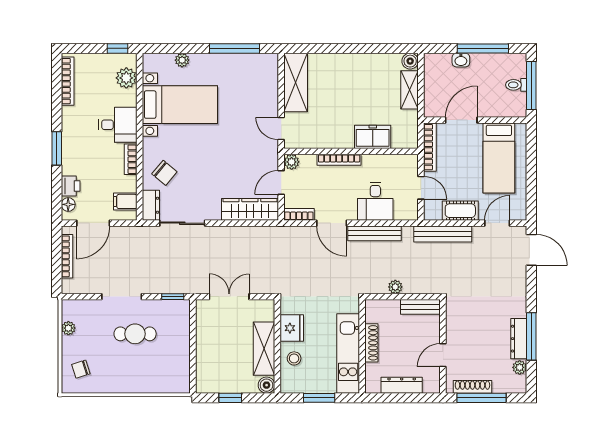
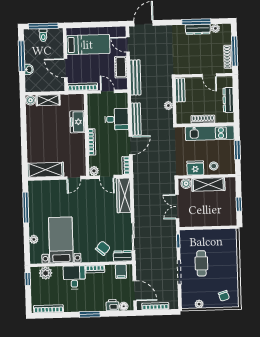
door: (421, 188) -> (107, 92), hinge flipped
boiler: (267, 385) -> (186, 184), moved

